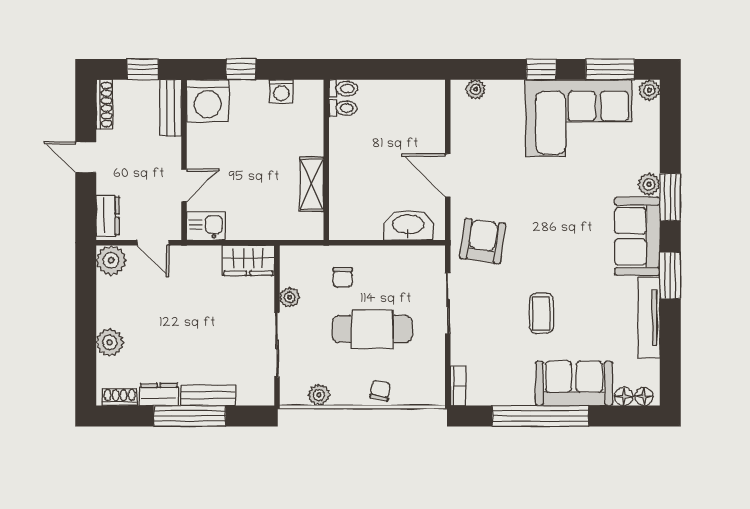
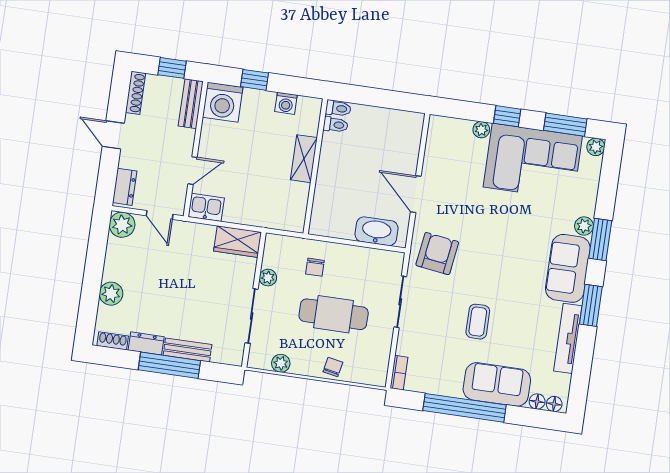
plant: (476, 89) -> (481, 130), moved
shelving: (312, 184) -> (304, 159), moved

